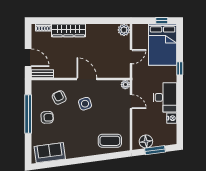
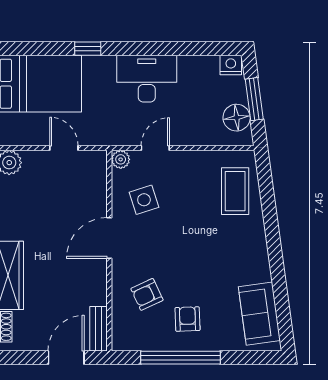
side table: (85, 104) -> (144, 200), moved
nightstand: (172, 118) -> (231, 65), moved

